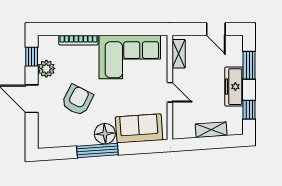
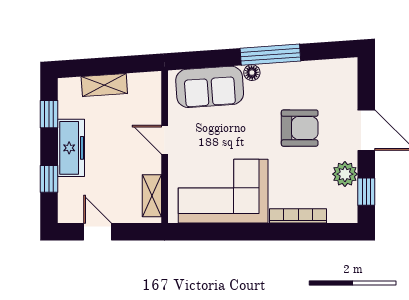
window: (249, 65) -> (49, 179), width x0.67
armchair: (77, 100) -> (300, 128), turned -117
floor lamp: (105, 134) -> (252, 73), width x0.53, depth x0.53

